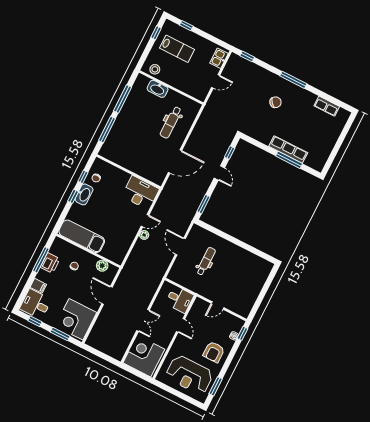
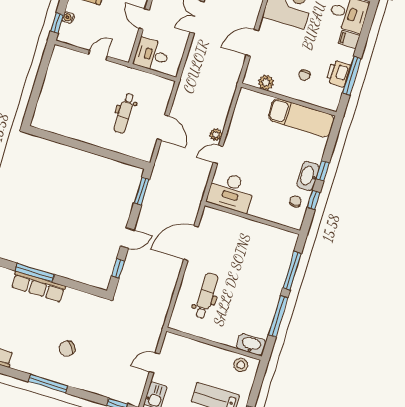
washbasin: (158, 89) -> (251, 344), moved
door: (219, 173) -> (127, 238), swing flipped
door: (107, 295) -> (252, 43), swing flipped

